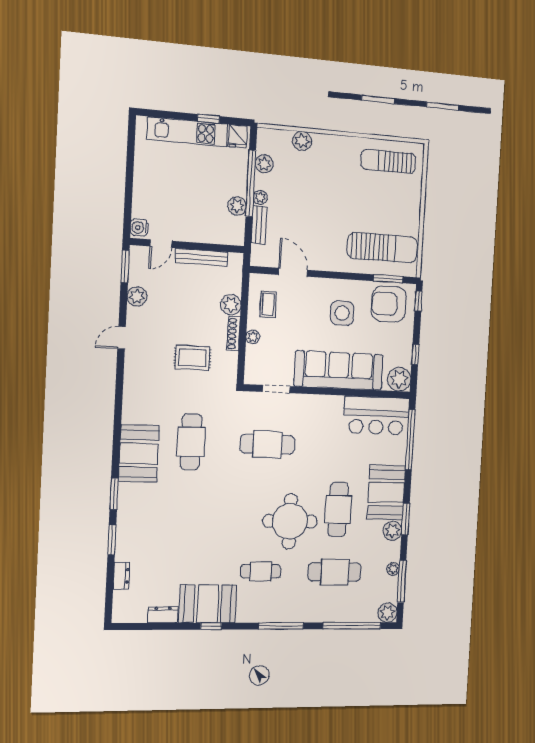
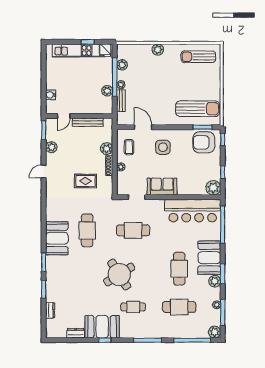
plant: (302, 141) -> (158, 50), moved
water cooler: (139, 228) -> (51, 95), moved
side table: (342, 313) -> (163, 147), moved
sofa: (339, 370) -> (162, 187), width x0.54, depth x0.79
bar counter: (376, 416) -> (193, 211), width x1.36
round table: (290, 521) -> (119, 275), moved, turned -32

